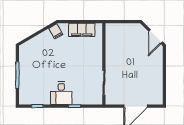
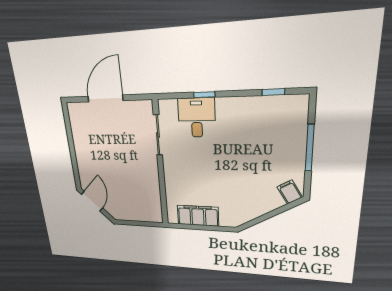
filing cabinet: (56, 31) -> (290, 192), moved
desk: (61, 93) -> (197, 118), moved

